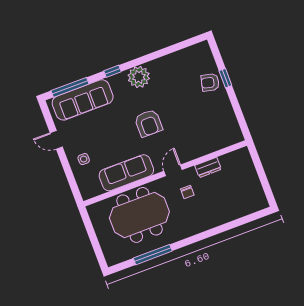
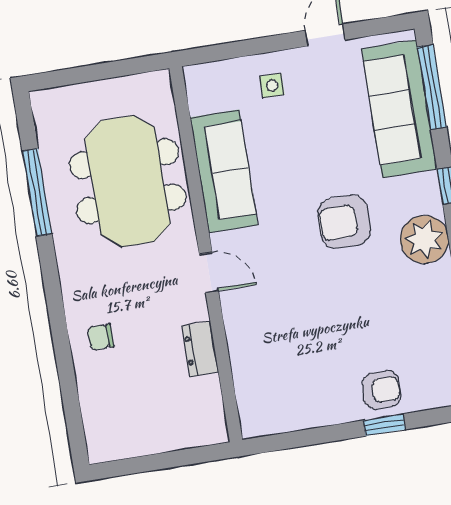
armchair: (210, 82) -> (382, 390), turned 77
armchair: (149, 123) -> (344, 222), moved
chair: (187, 192) -> (101, 337), moved

